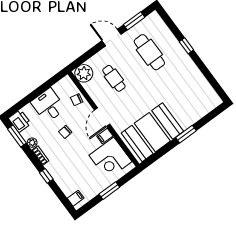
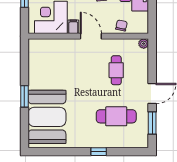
plant: (84, 73) -> (144, 44), width x0.53, depth x0.53
cafe table: (114, 78) -> (116, 70), turned 90
booth: (152, 132) -> (47, 117), moved

